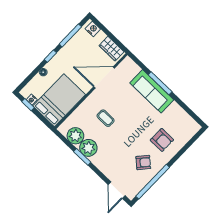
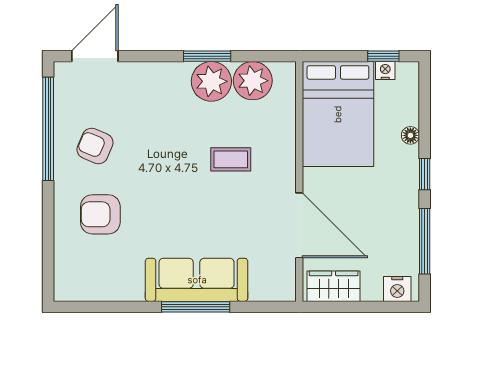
door: (104, 78) -> (299, 225), hinge flipped
armchair: (143, 163) -> (95, 146), turned 72
door: (117, 190) -> (95, 56), hinge flipped

